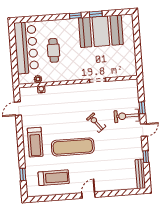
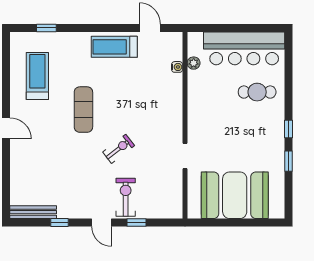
booth: (101, 31) -> (235, 195), moved, turned 90
cafe table: (54, 50) -> (257, 92), moved
treadmill: (35, 142) -> (114, 47), moved
exercise mat: (73, 147) -> (83, 110), width x0.73, depth x0.69
treadmill: (54, 178) -> (37, 76), turned 180

